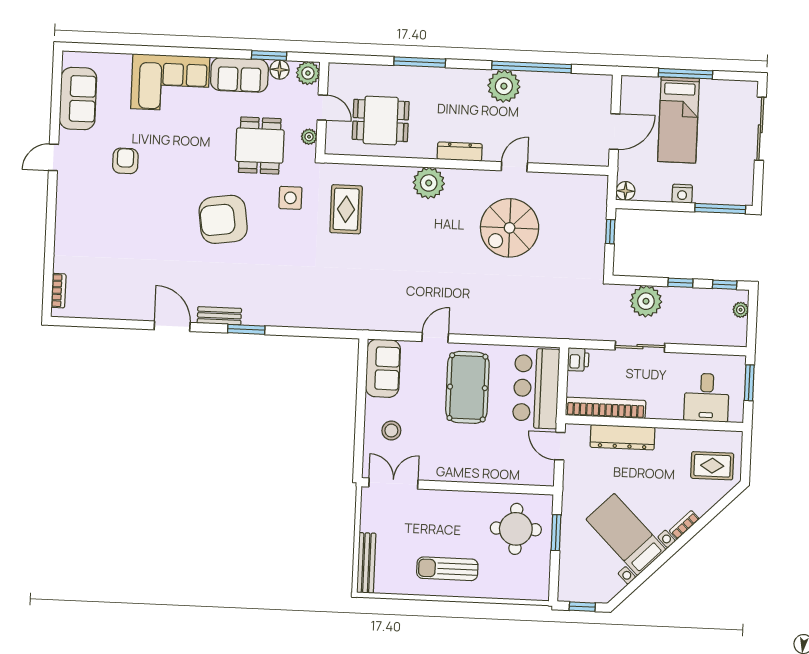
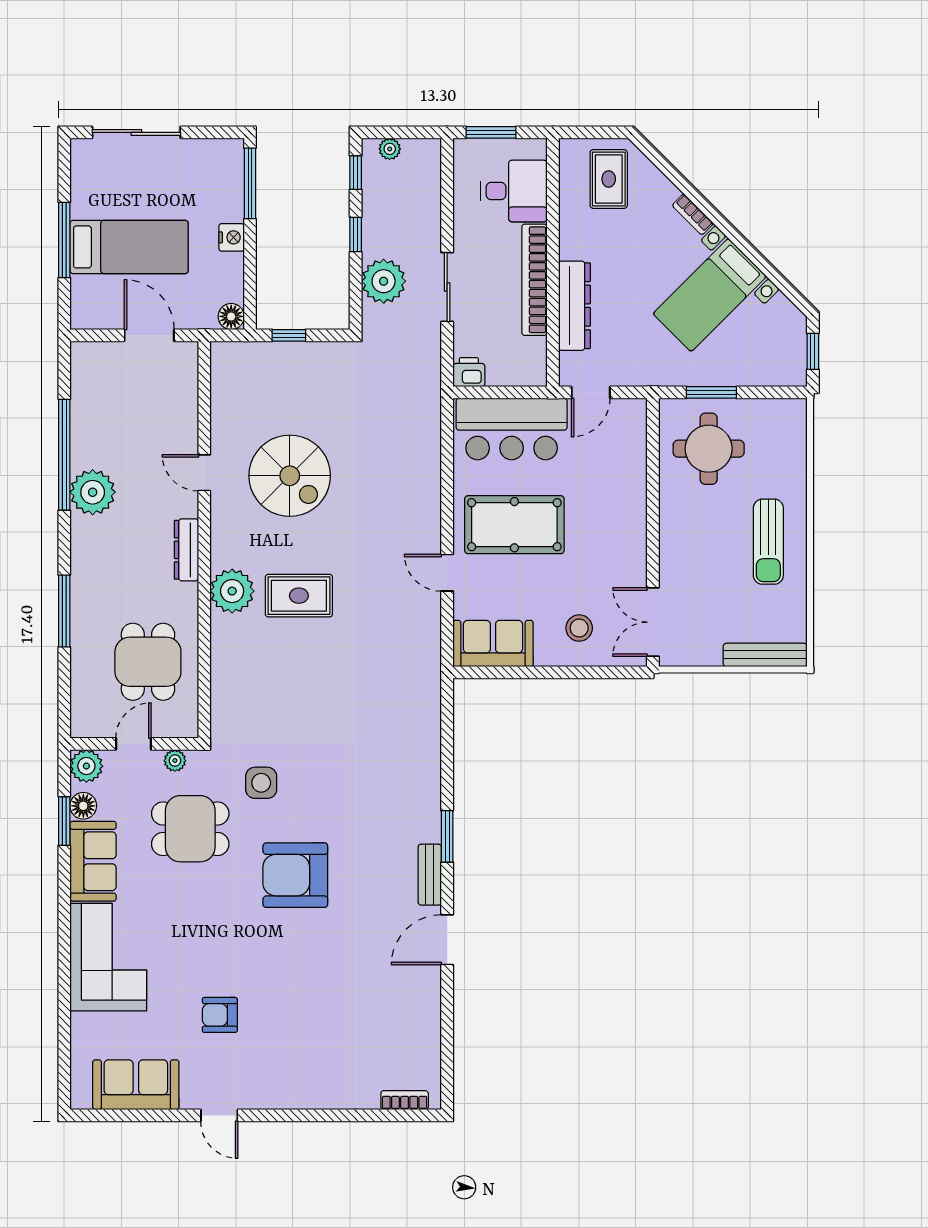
rug: (346, 209) -> (299, 596), moved
armchair: (223, 219) -> (295, 875), turned 98
bookcase: (606, 408) -> (534, 280), moved

